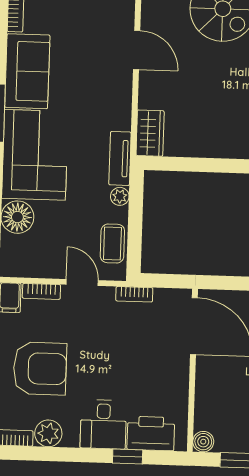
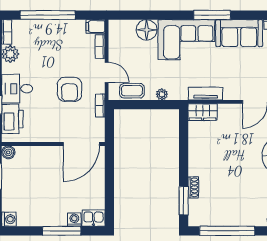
tv unit: (120, 158) -> (206, 94), moved
door: (82, 282) -> (107, 72), hinge flipped
armchair: (40, 369) -> (70, 89), moved, width x0.73, depth x0.73

